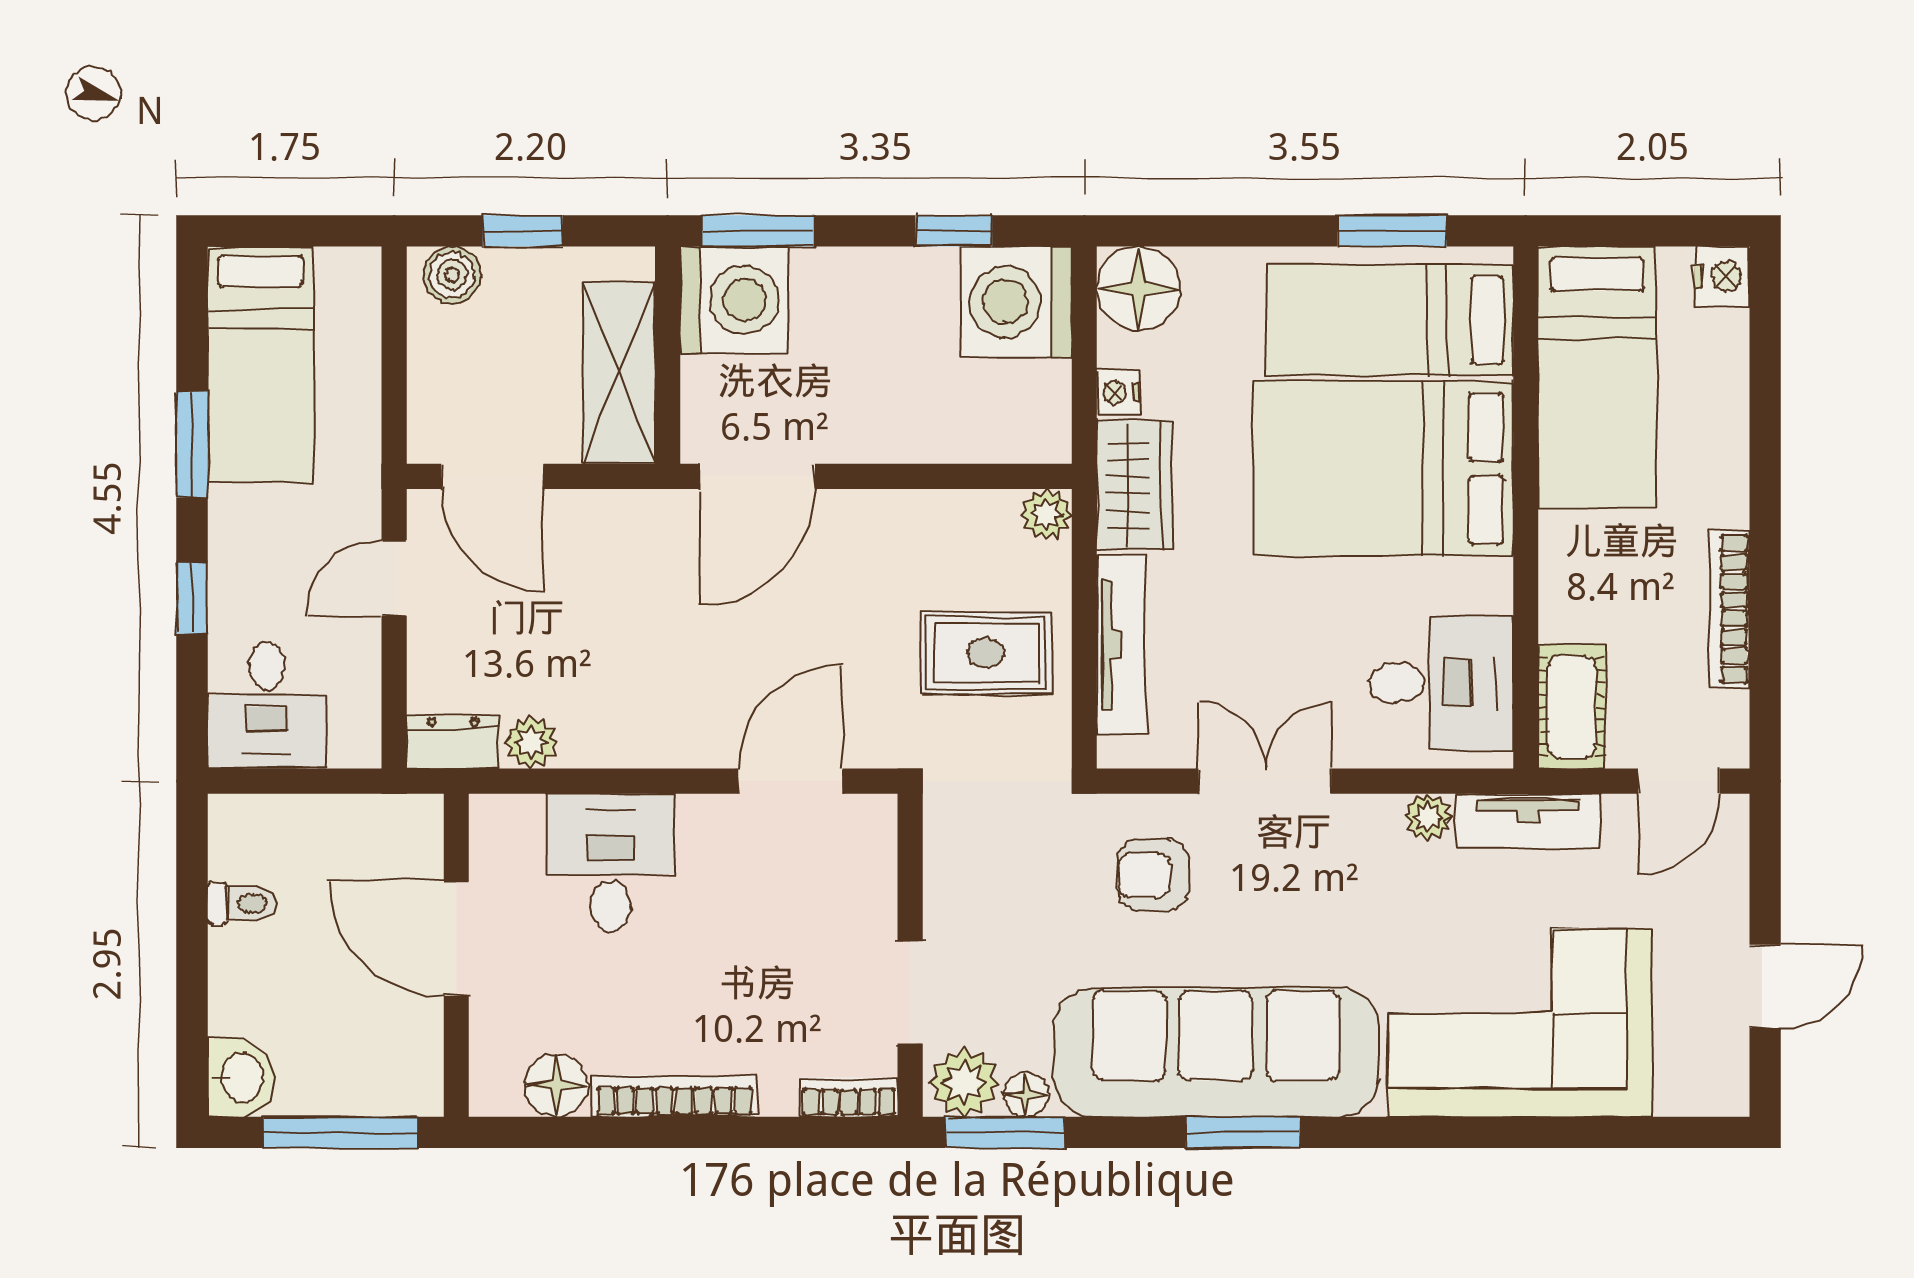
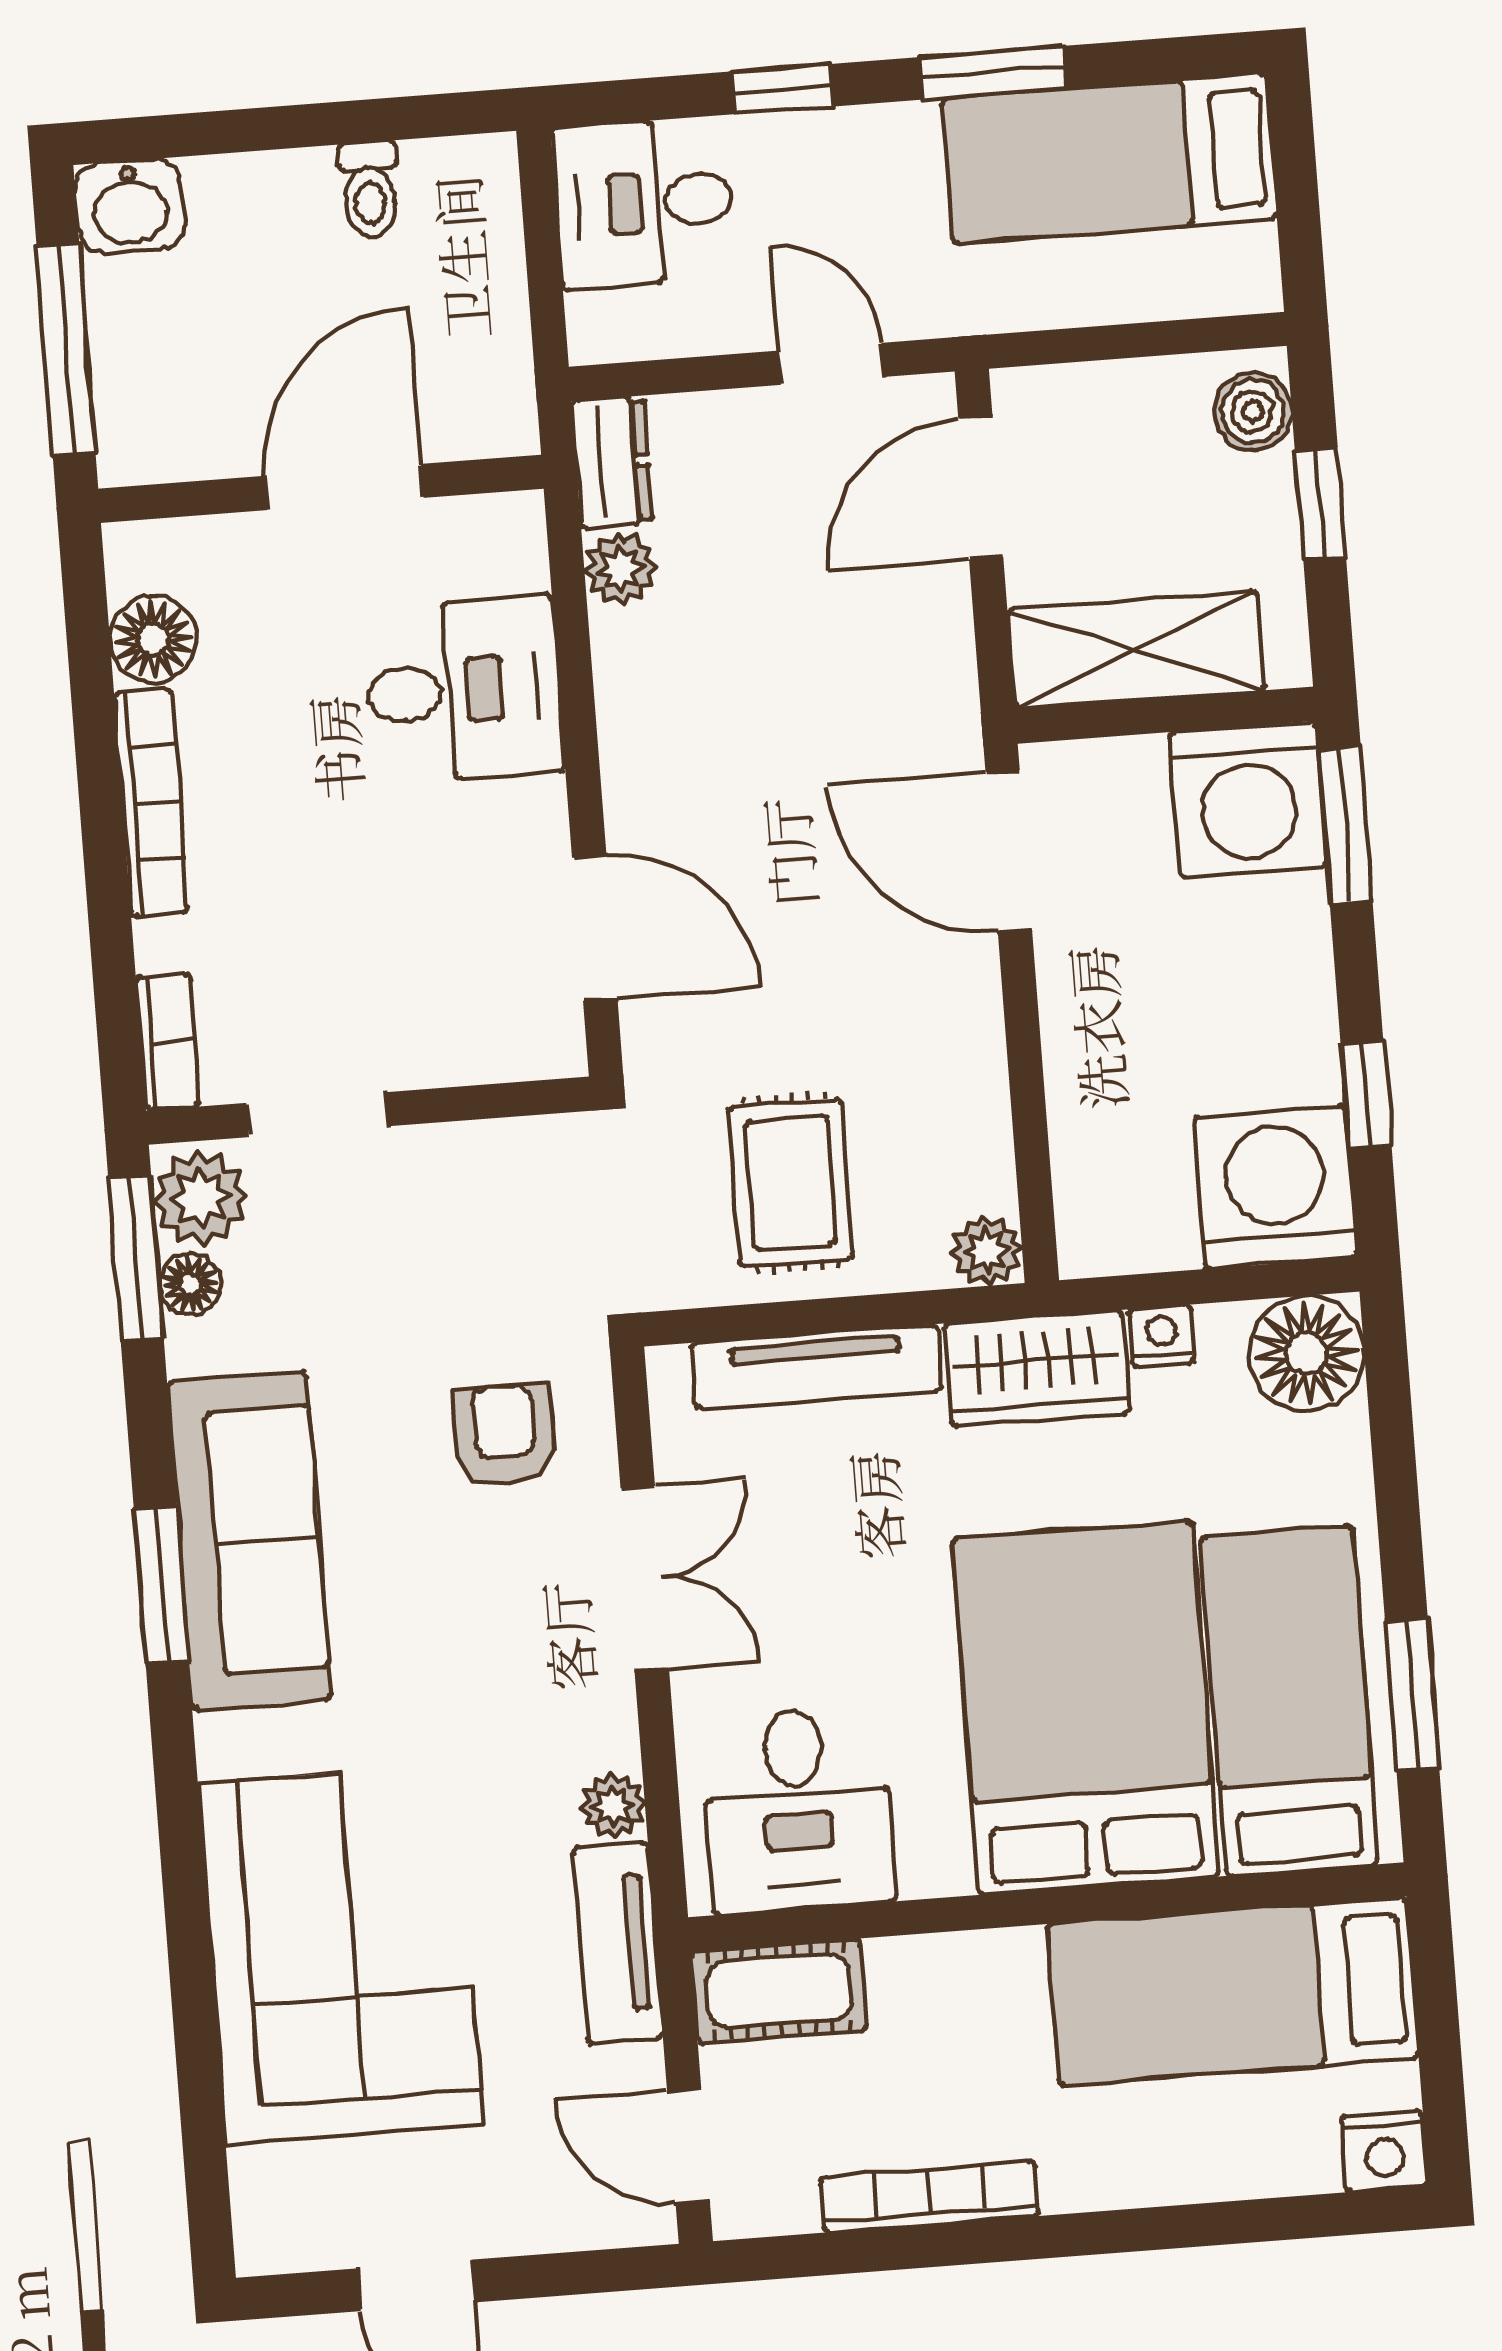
sofa: (1216, 1052) -> (249, 1541), width x0.74, depth x0.79

